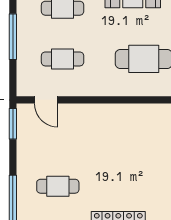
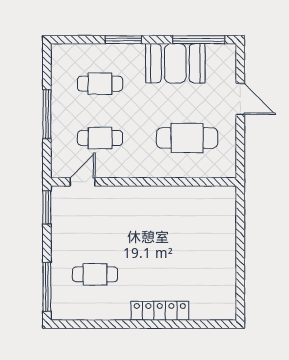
door: (46, 100) -> (83, 182), swing flipped

